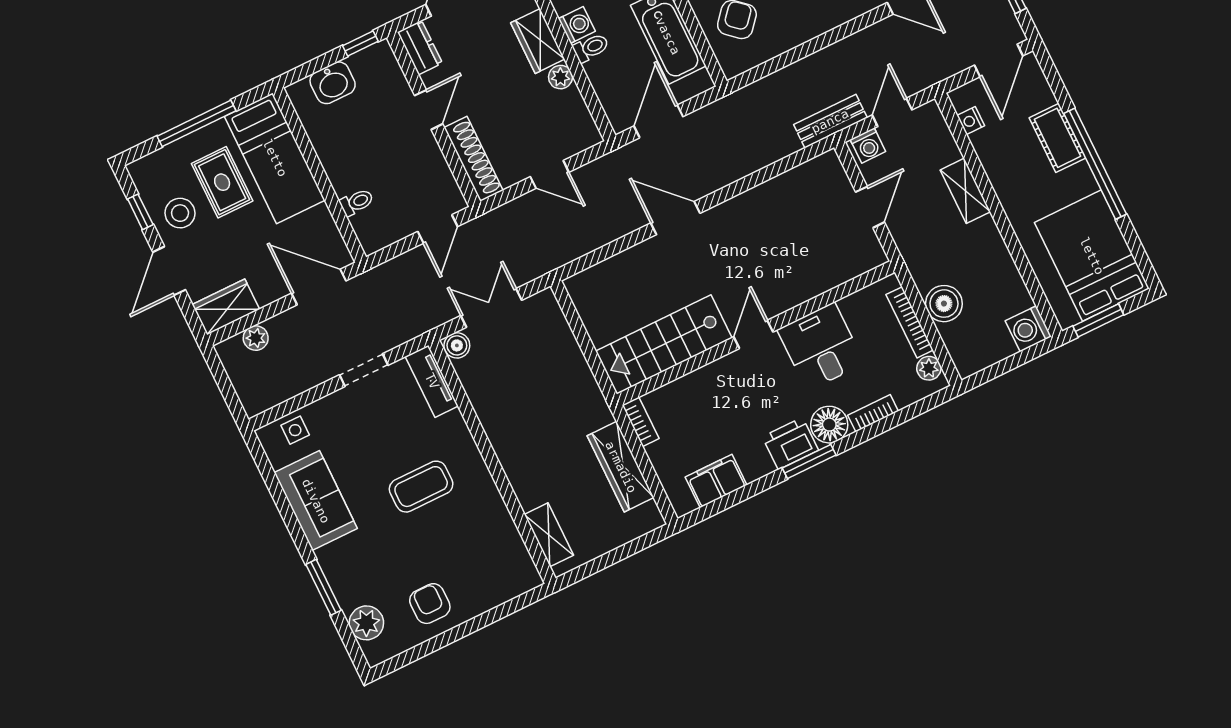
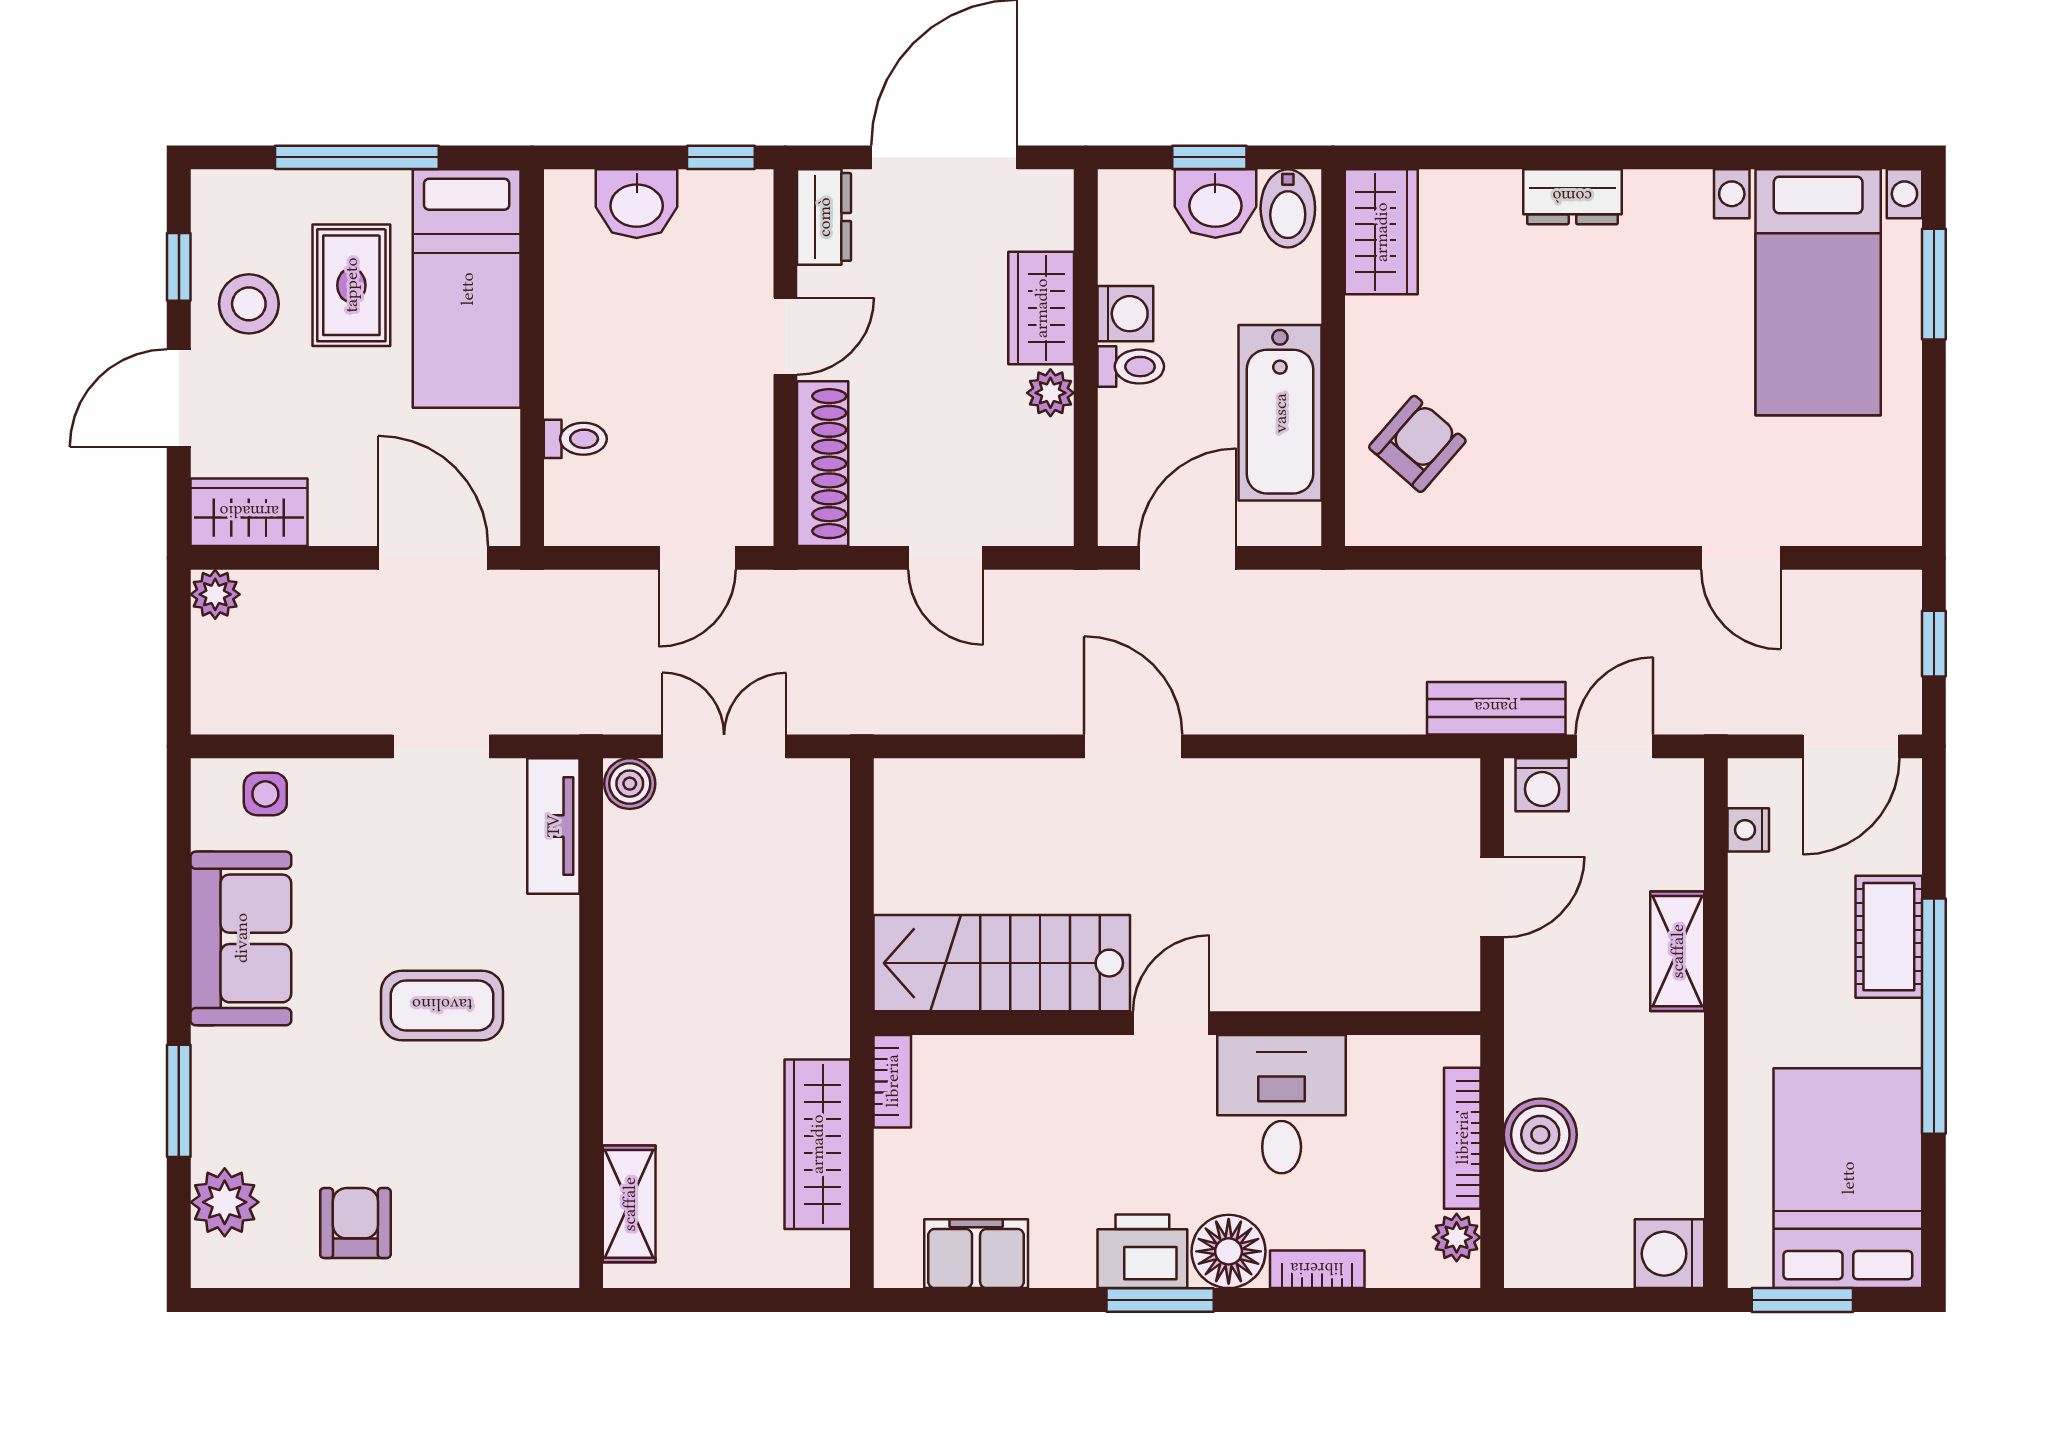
plant: (256, 338) -> (215, 594), moved

